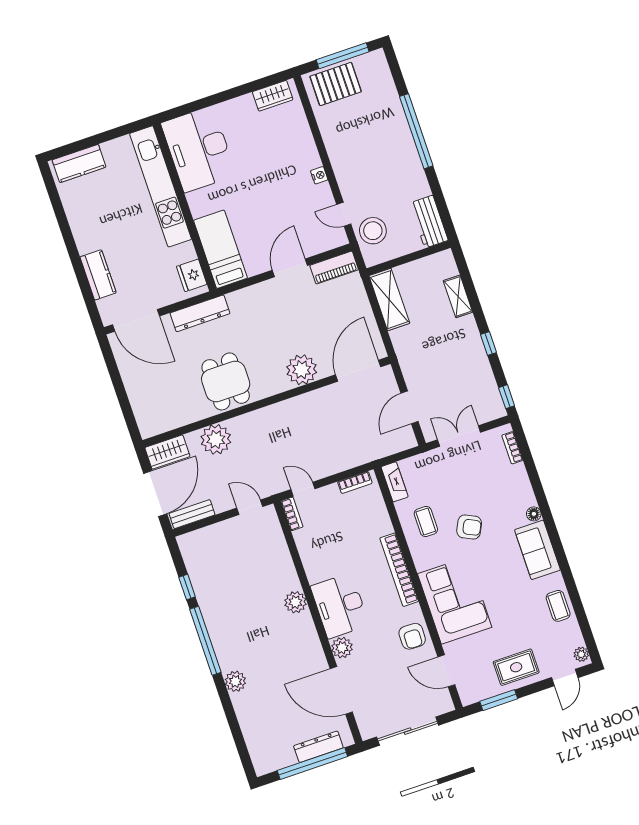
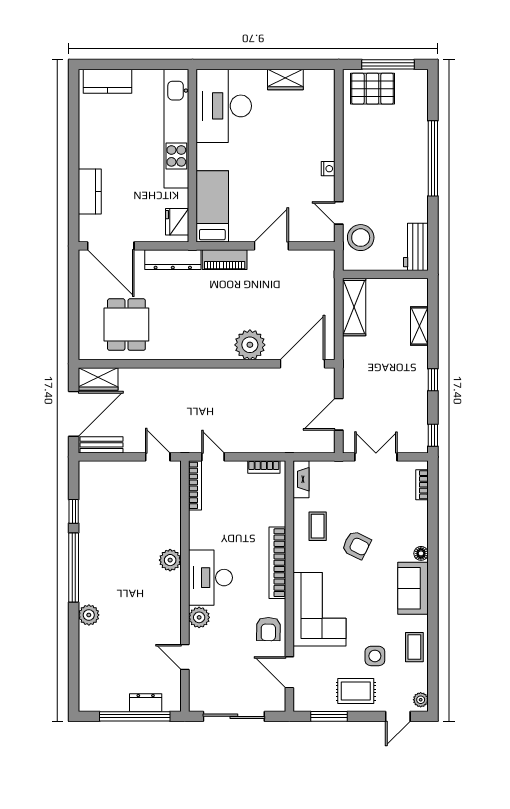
wardrobe: (273, 96) -> (285, 80), moved
piano: (334, 268) -> (225, 260), moved
dining table: (226, 381) -> (126, 325), moved
plant: (216, 439) -> (147, 383), removed
bookcase: (292, 514) -> (195, 485), width x1.56
side table: (523, 627) -> (375, 656), added
door: (341, 690) -> (185, 657), width x0.53
dresser: (318, 747) -> (146, 703), width x0.70

